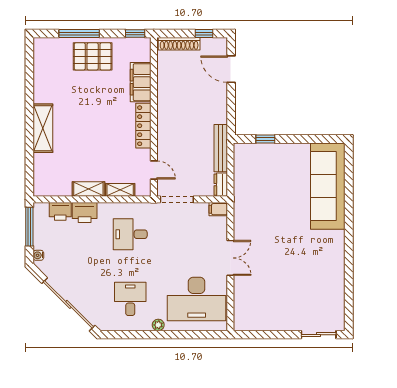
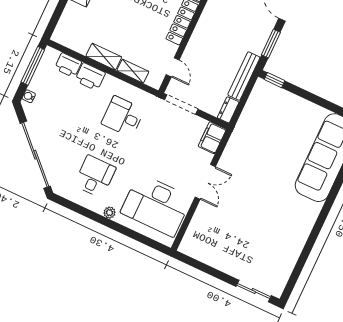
window: (231, 108) -> (271, 44), added
window: (265, 139) -> (275, 80), moved
filing cabinet: (218, 209) -> (212, 138), width x2.00

